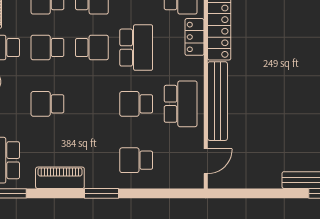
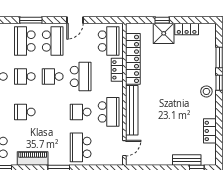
school desk: (92, 48) -> (53, 76), turned 180
school desk: (136, 160) -> (81, 147), width x1.85

